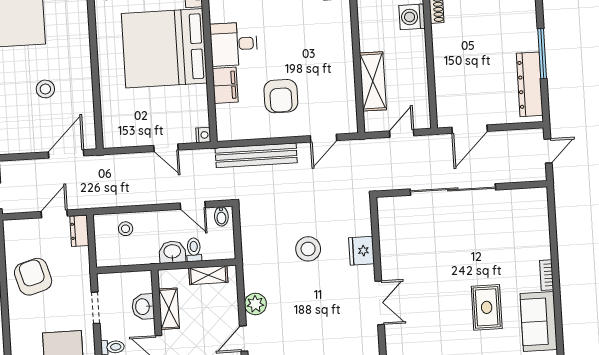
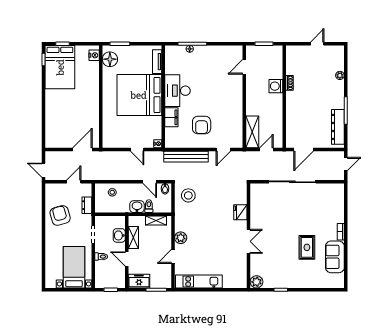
desk: (234, 44) -> (178, 91), width x1.37
shelving: (373, 81) -> (252, 132), moved
stool: (45, 89) -> (73, 113), removed
dresser: (79, 231) -> (87, 205), moved
stool: (308, 249) -> (188, 195), moved

